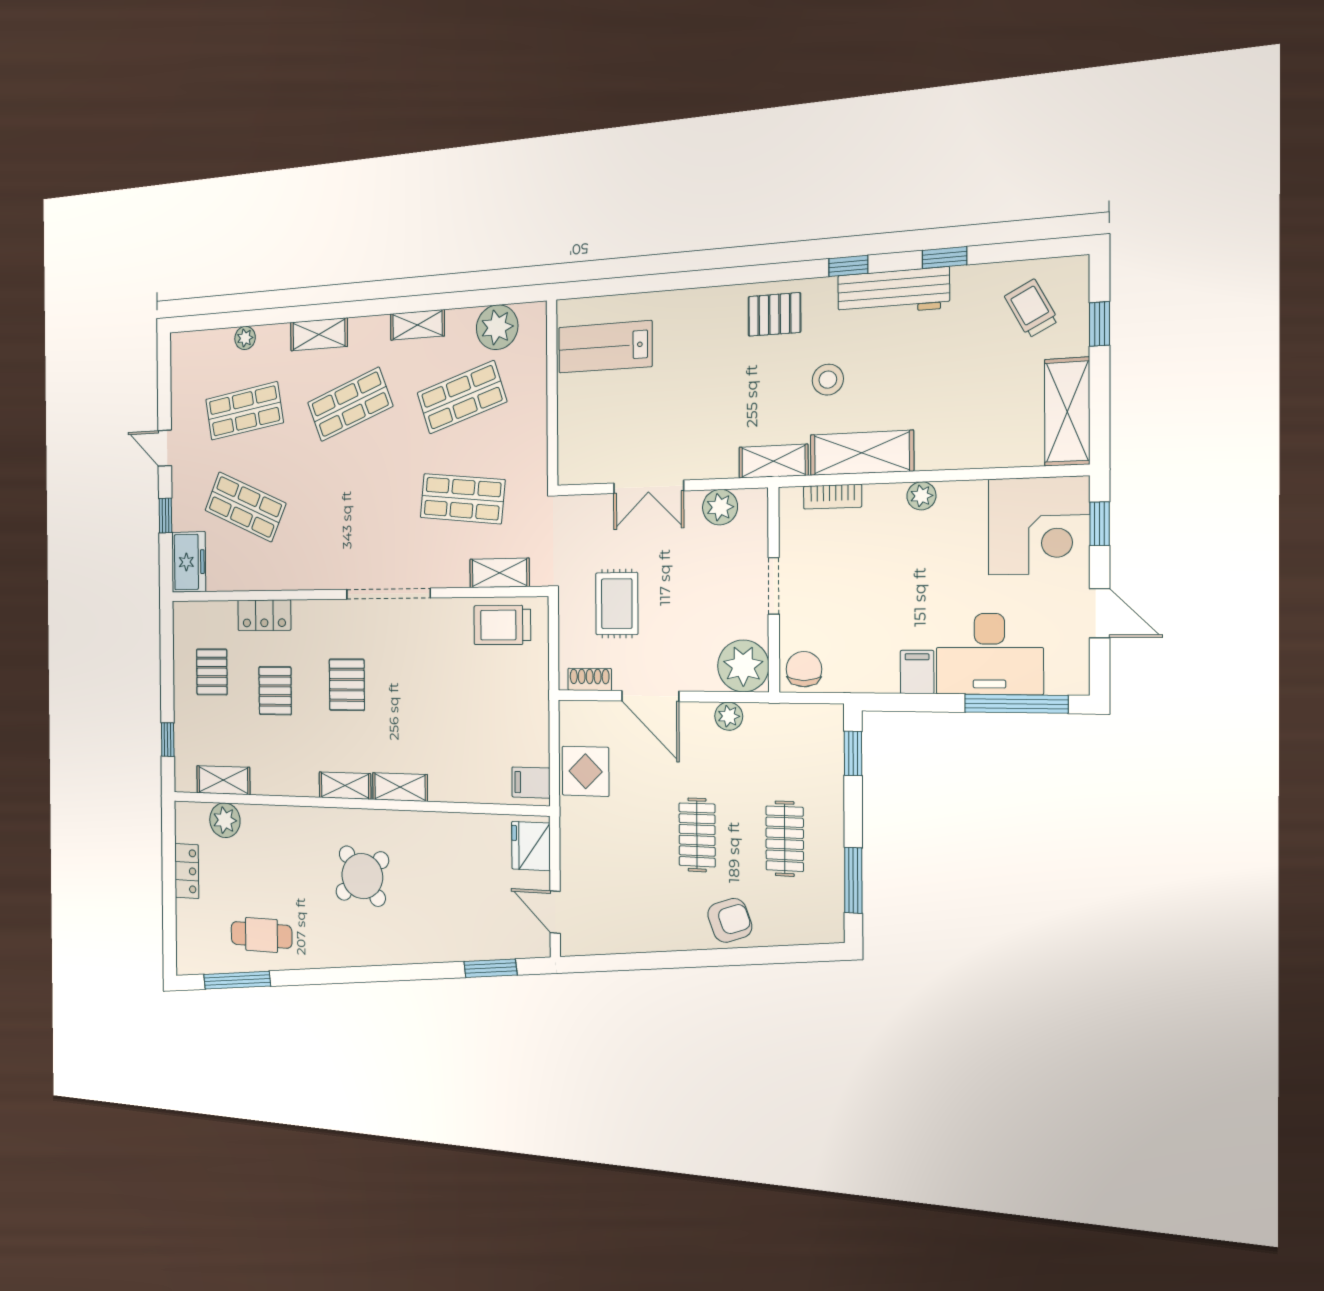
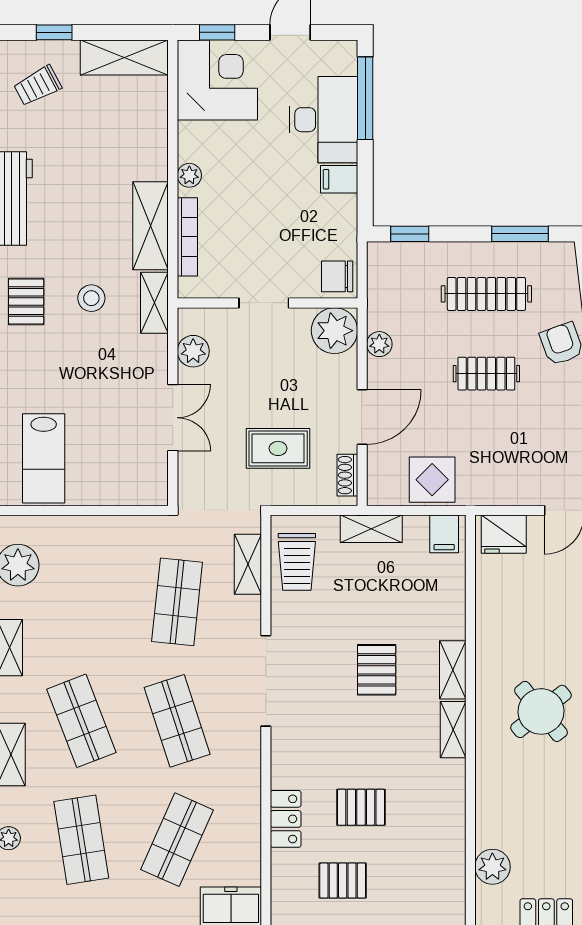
stool: (828, 380) -> (91, 298), moved
shop shelf: (462, 397) -> (177, 721), moved
bookcase: (832, 497) -> (187, 237), width x1.56
pallet: (347, 685) -> (377, 670), moved, turned 90
shelving: (223, 780) -> (371, 529), moved, turned 90
clothes rail: (785, 839) -> (486, 294), width x1.36

